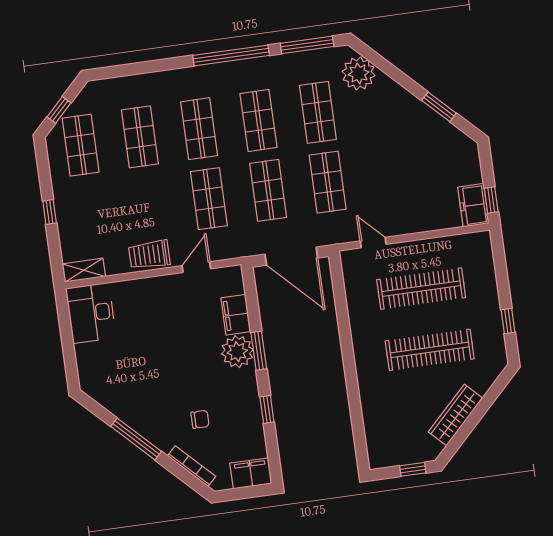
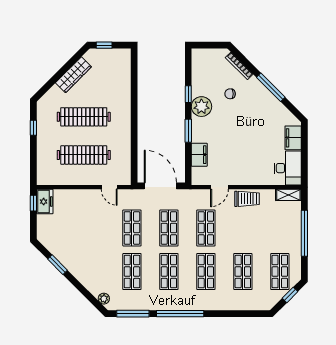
plant: (358, 73) -> (104, 299), width x0.53, depth x0.53
window: (50, 212) -> (304, 233), width x3.17
plant: (237, 352) -> (201, 107), moved
filing cabinet: (251, 473) -> (293, 138), moved, turned 90

